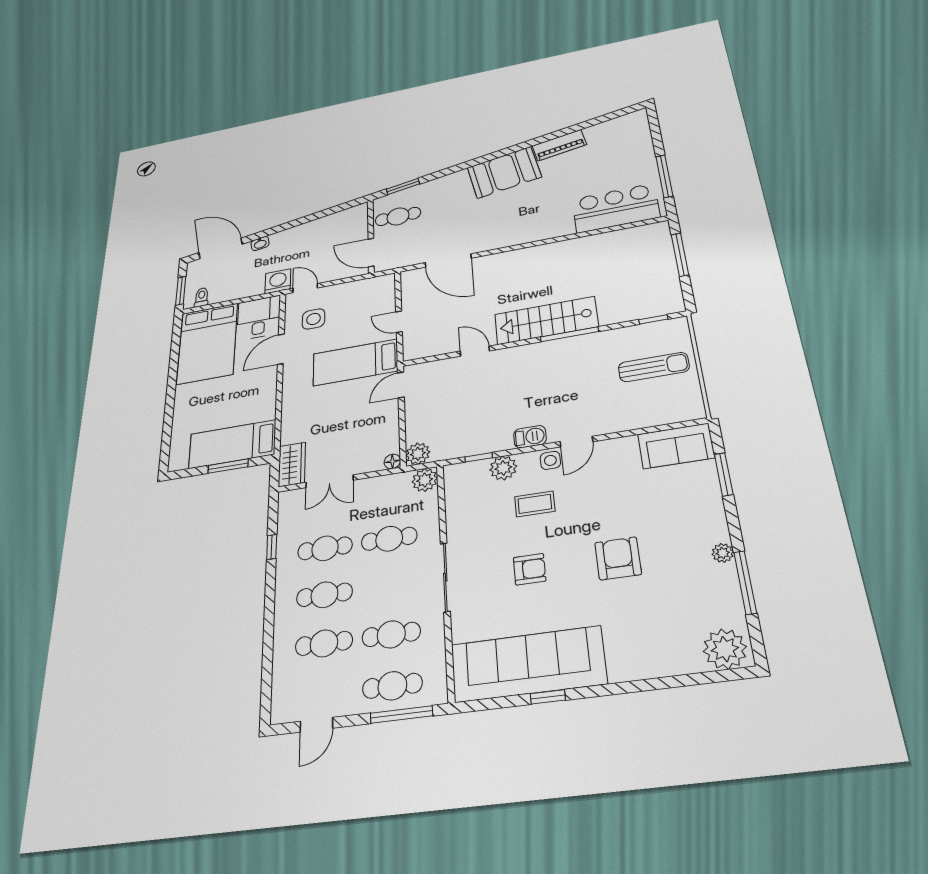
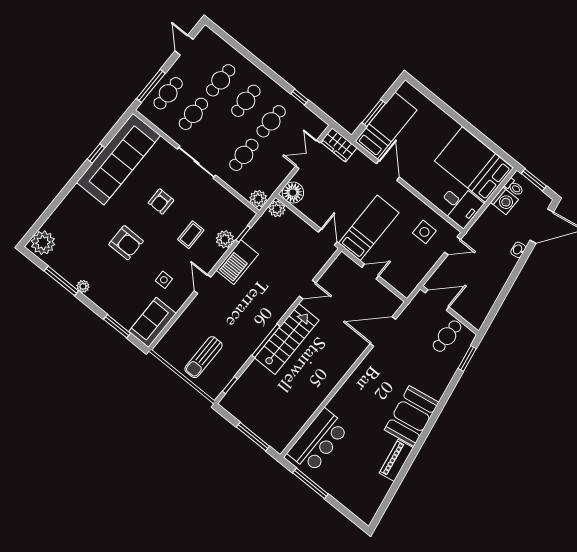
washing machine: (278, 281) -> (504, 201), moved
door: (281, 349) -> (388, 170), moved
barbecue: (530, 437) -> (237, 262), width x1.88, depth x1.53
side table: (550, 460) -> (164, 280), moved
floor lamp: (392, 461) -> (293, 193), width x1.89, depth x1.89

